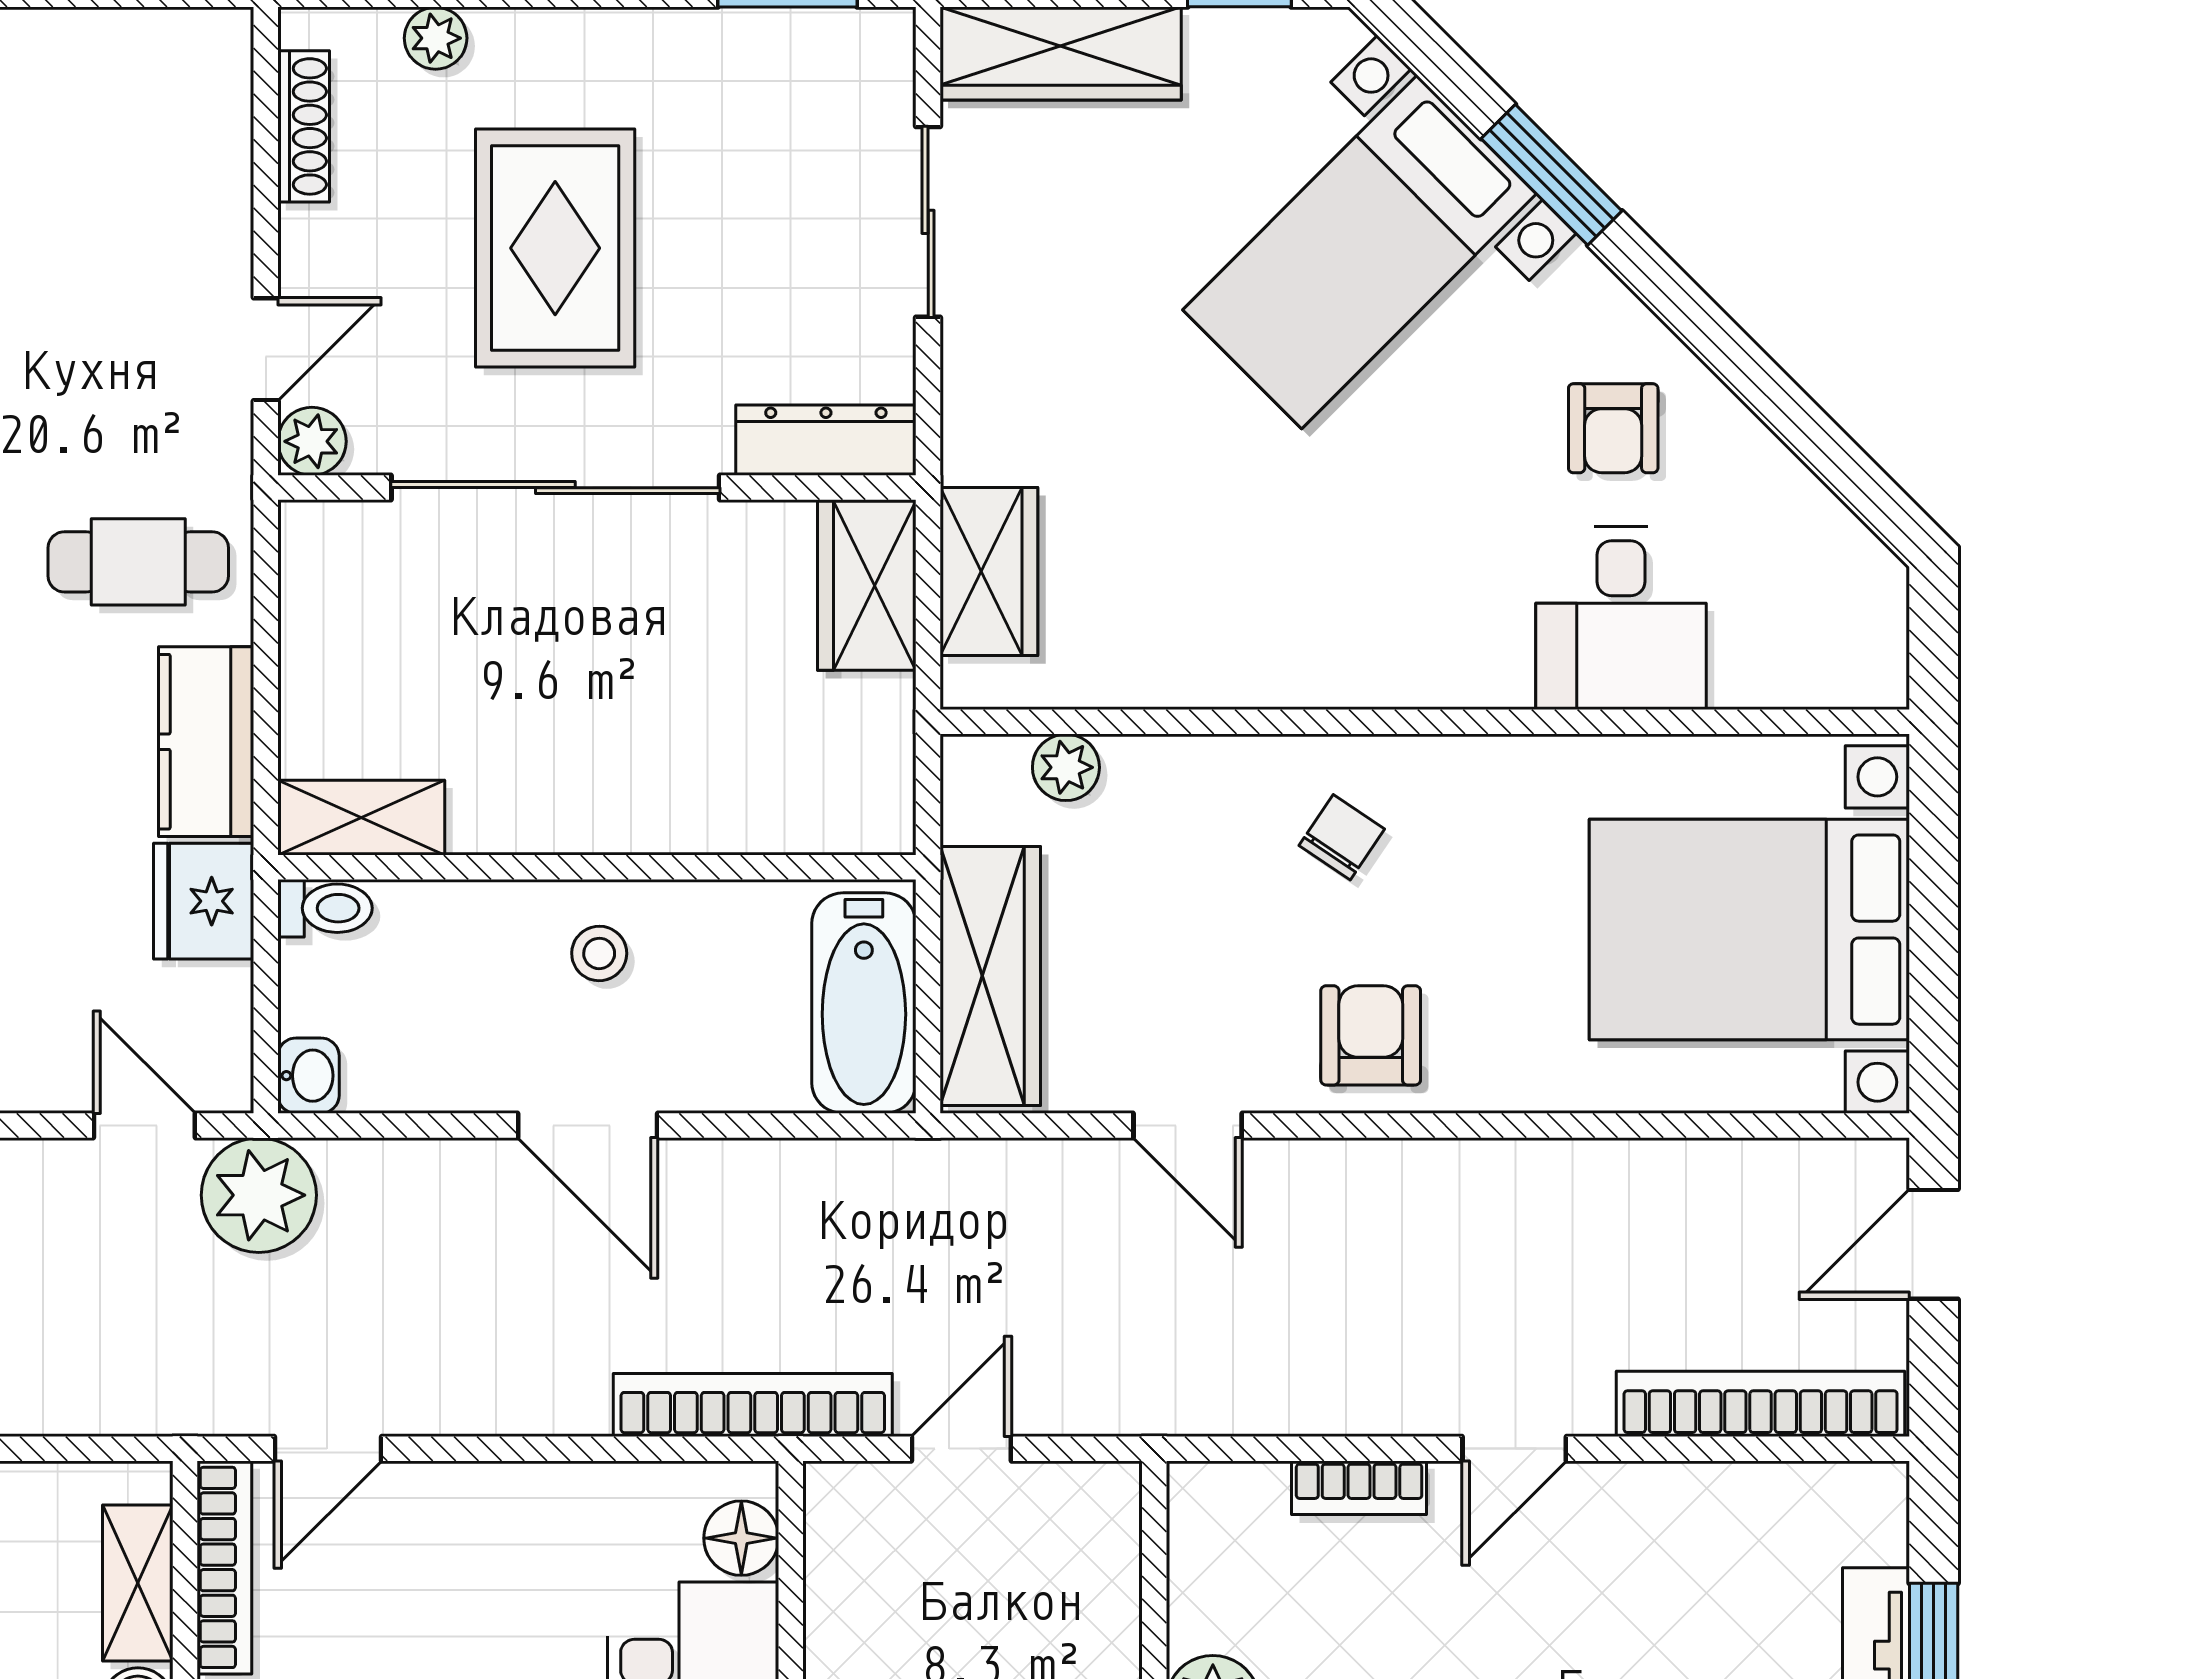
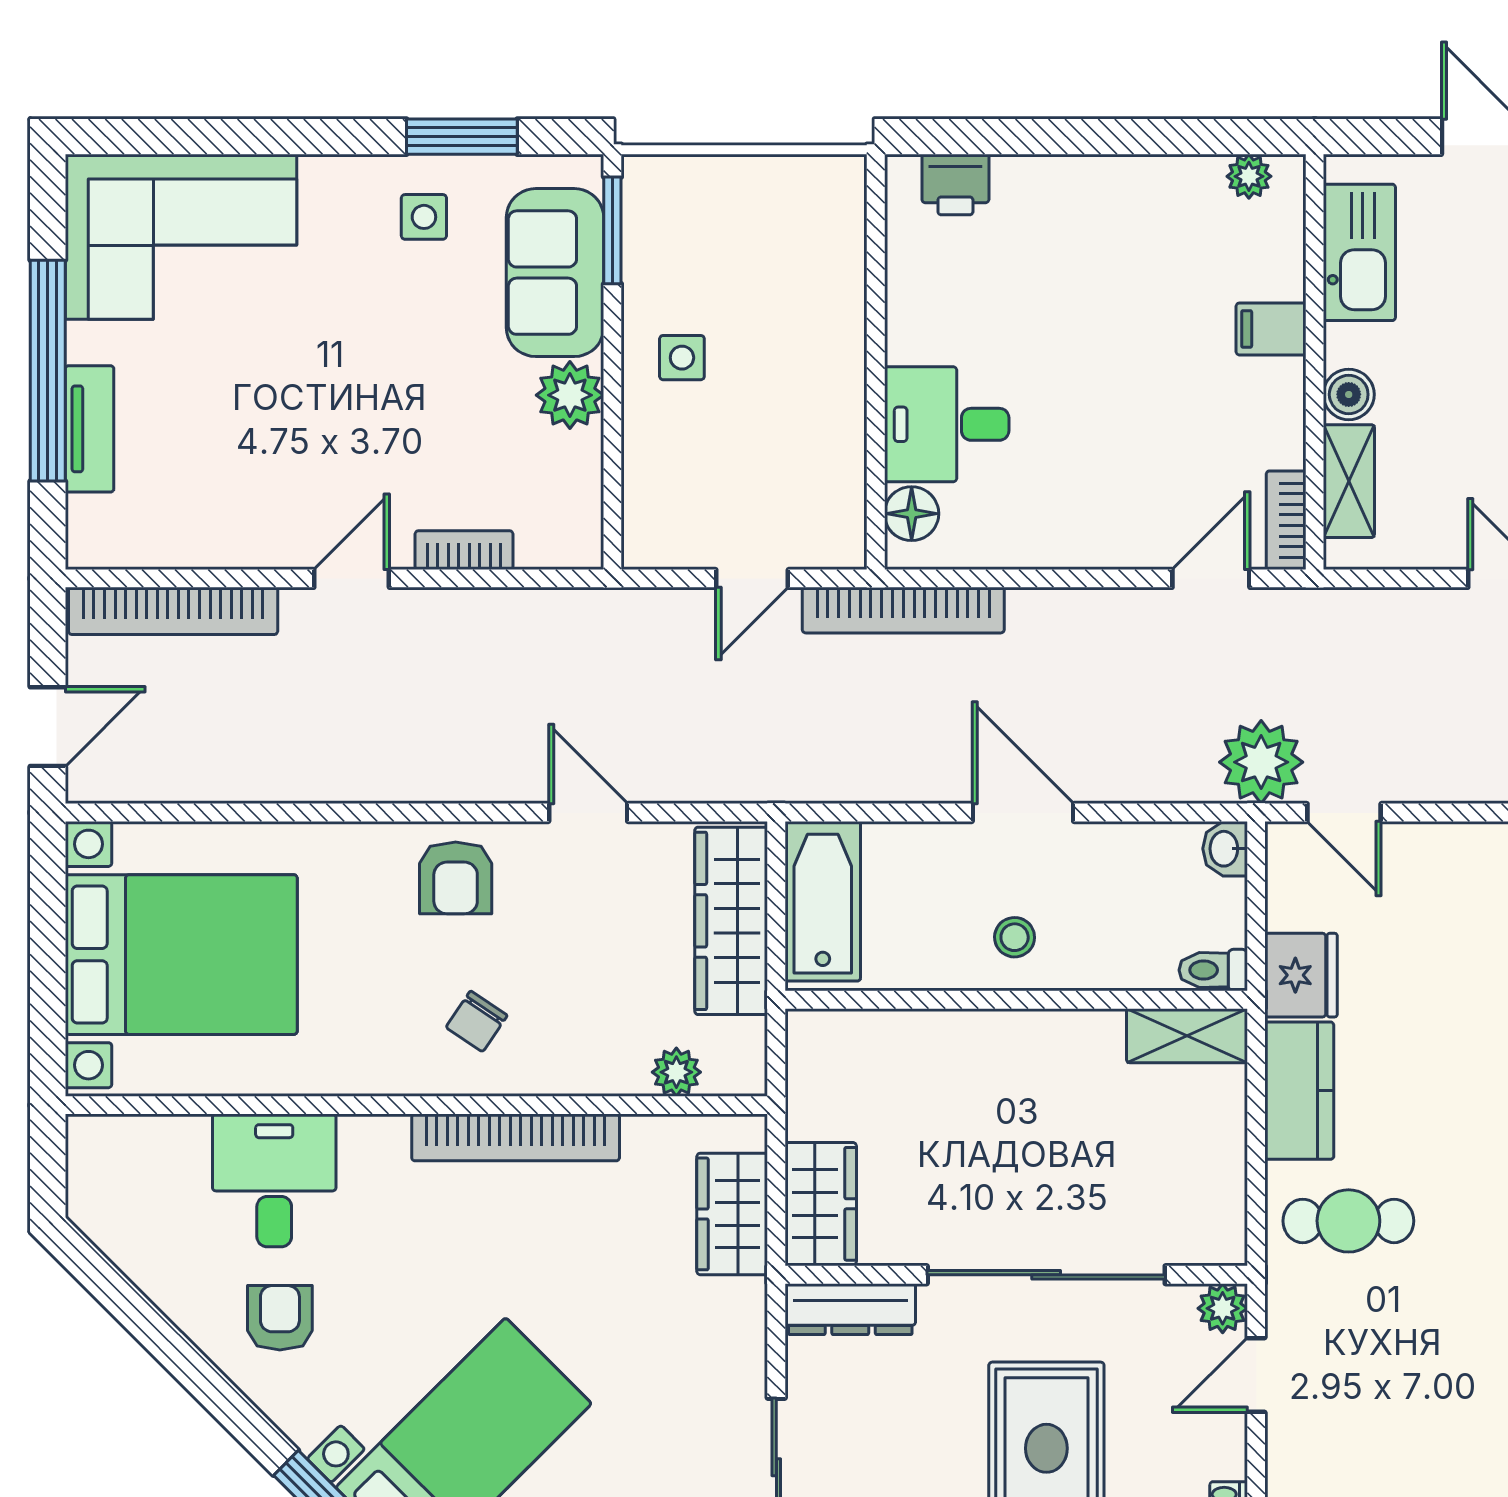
bookcase: (1288, 677) -> (516, 1137), added
bookcase: (224, 1567) -> (1286, 520), width x0.64

